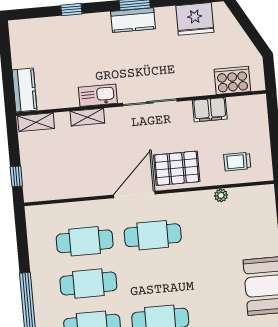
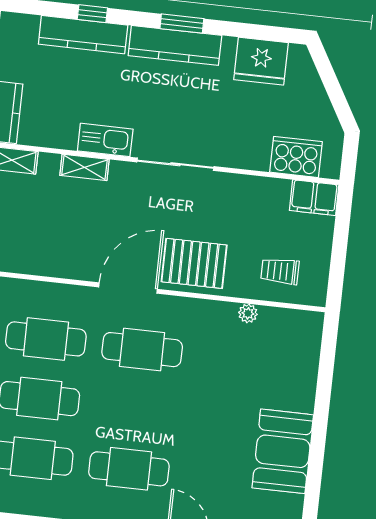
kitchen counter: (133, 20) -> (175, 45), width x1.50
kitchen counter: (68, 25) -> (83, 35), added
filing cabinet: (210, 110) -> (314, 198), moved

